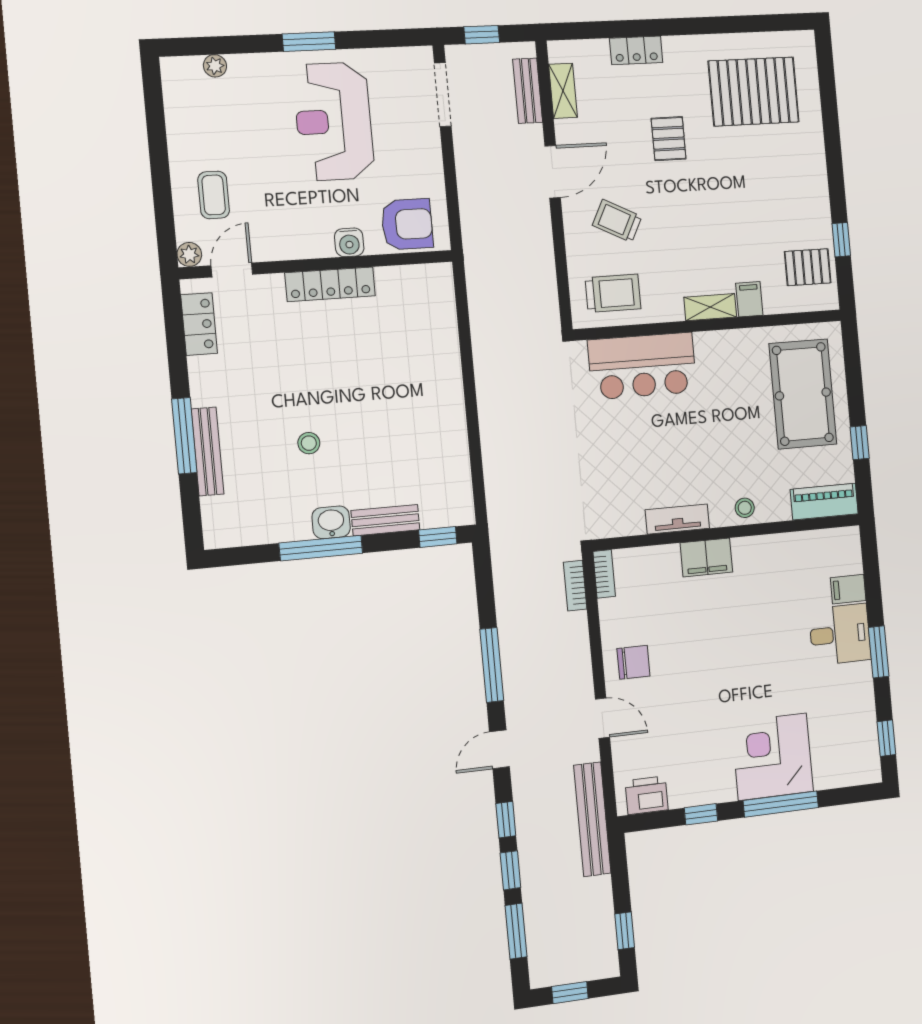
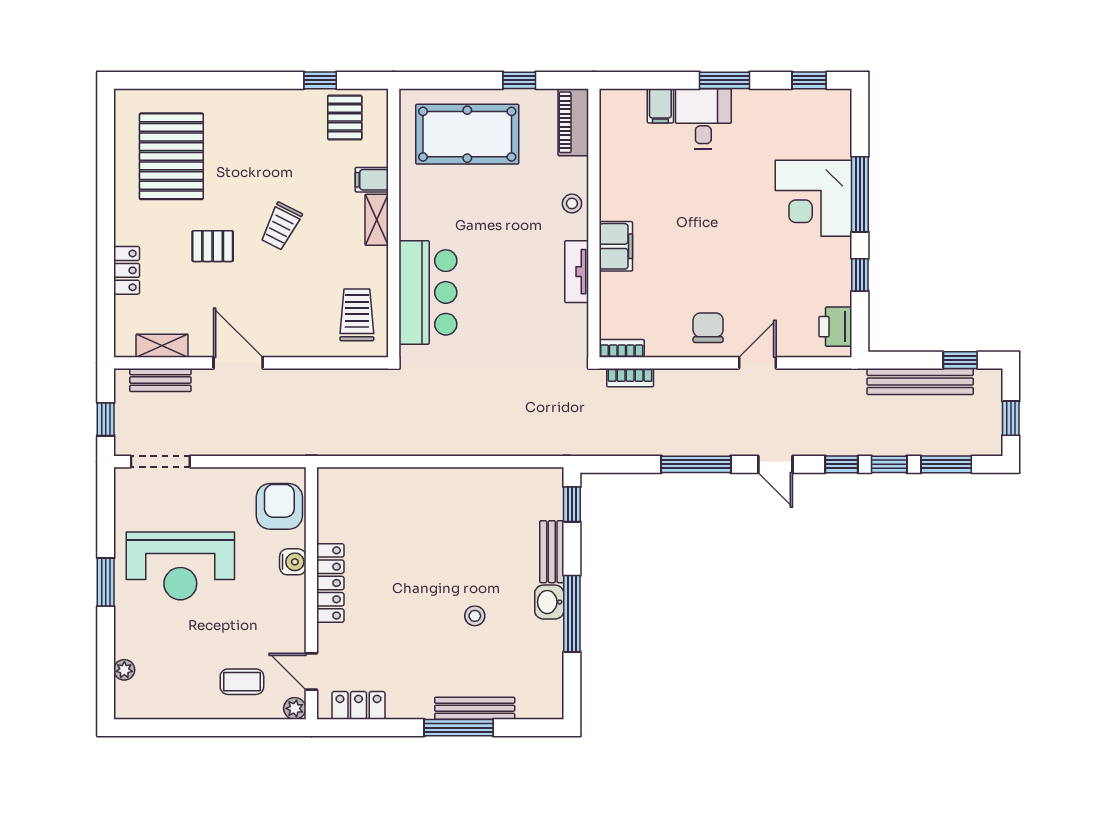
trolley: (617, 221) -> (281, 226), moved
bench: (592, 819) -> (920, 382), moved

